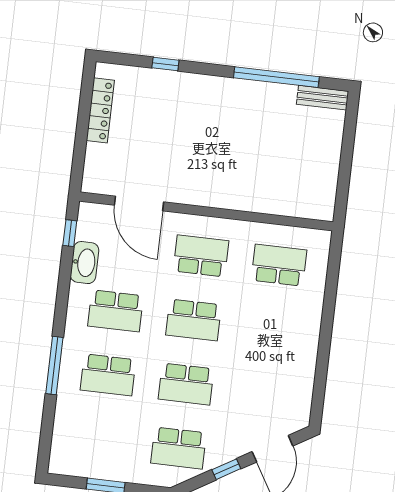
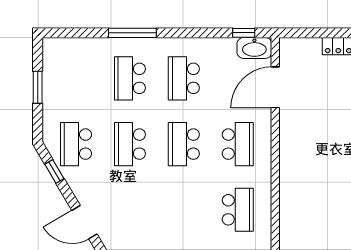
washbasin: (85, 263) -> (254, 48), moved
window: (226, 469) -> (54, 171), moved

